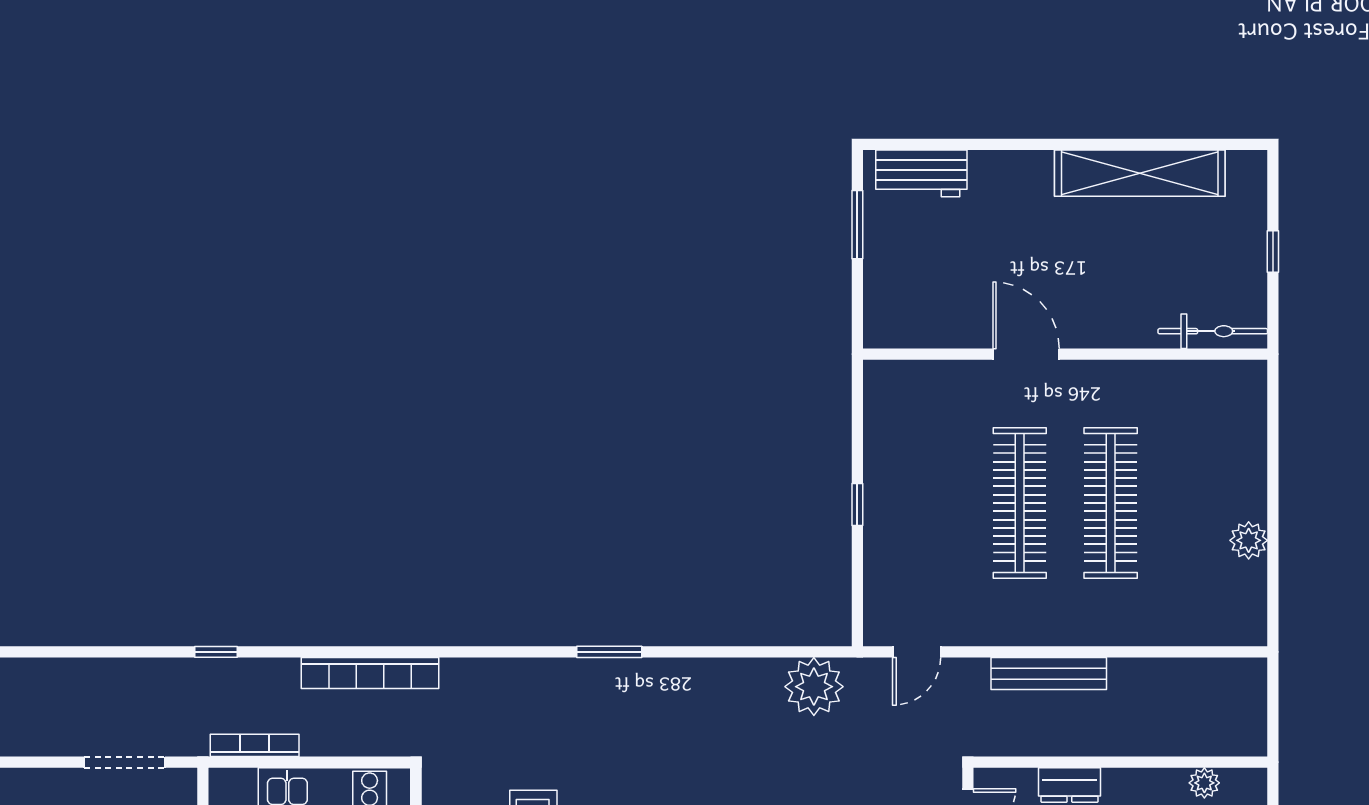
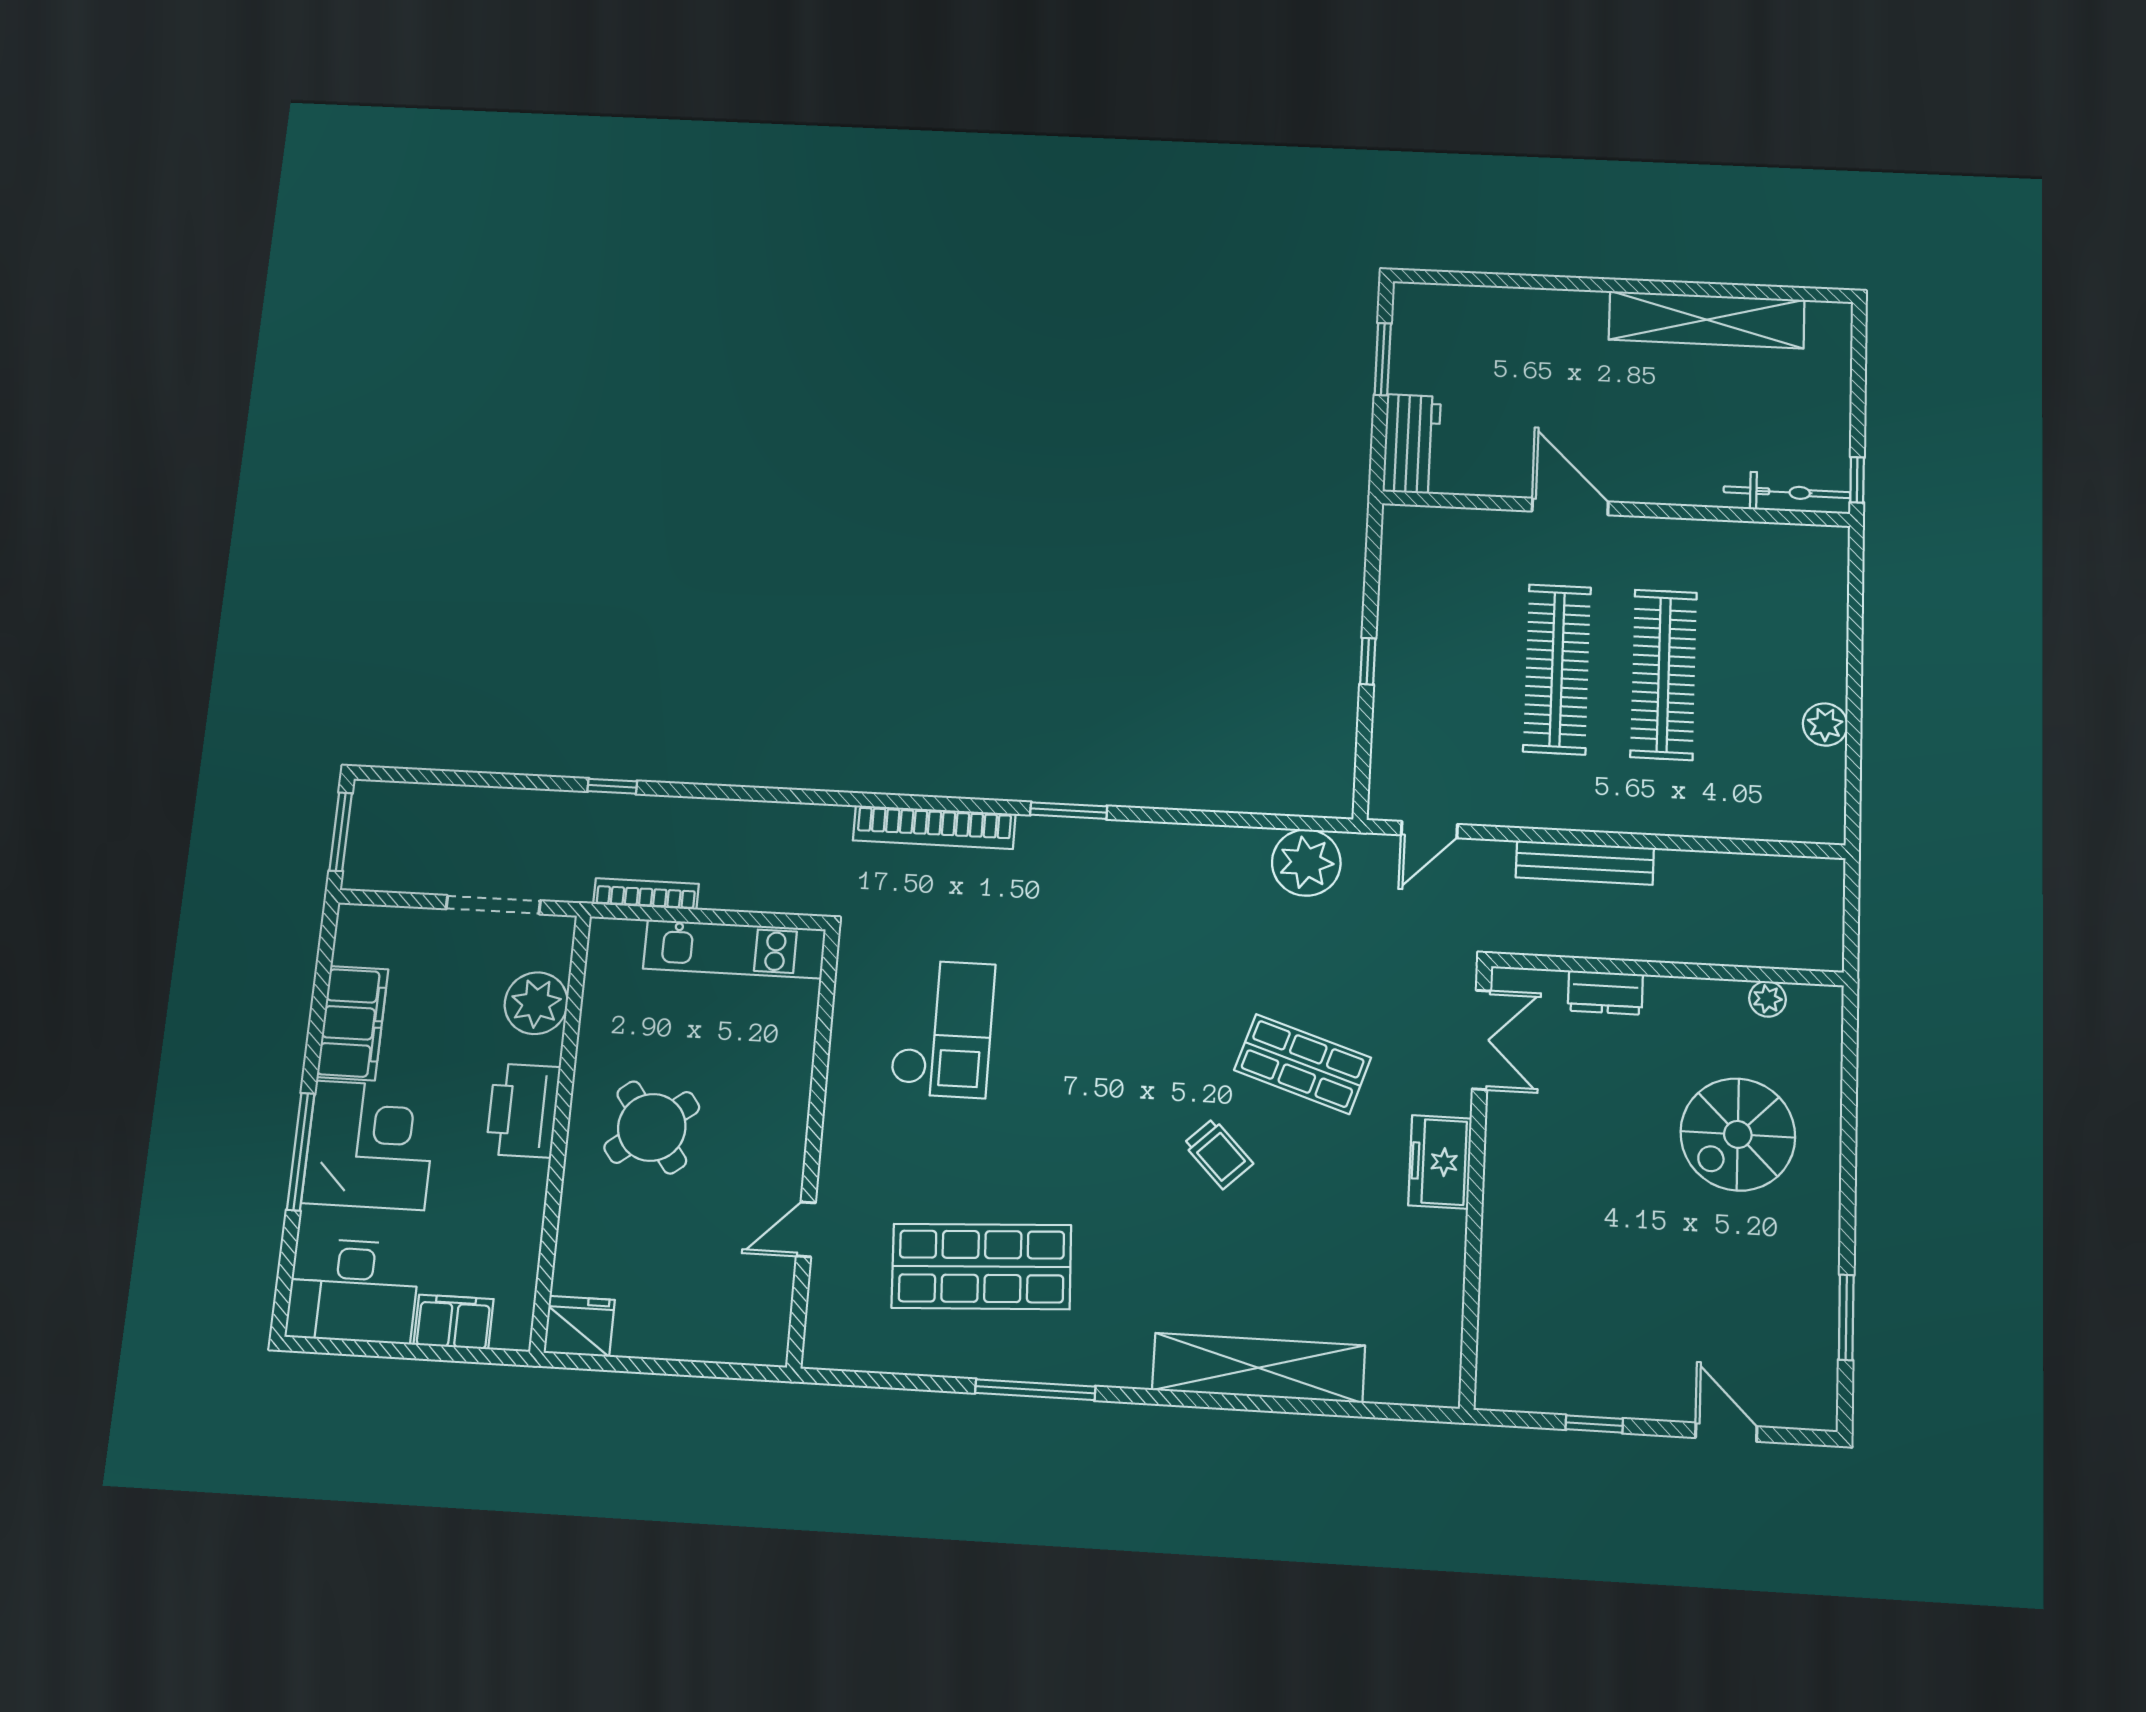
workbench: (921, 173) -> (1412, 444), moved, turned -90
window: (1273, 252) -> (1857, 480), moved
bookcase: (370, 673) -> (934, 827), moved

